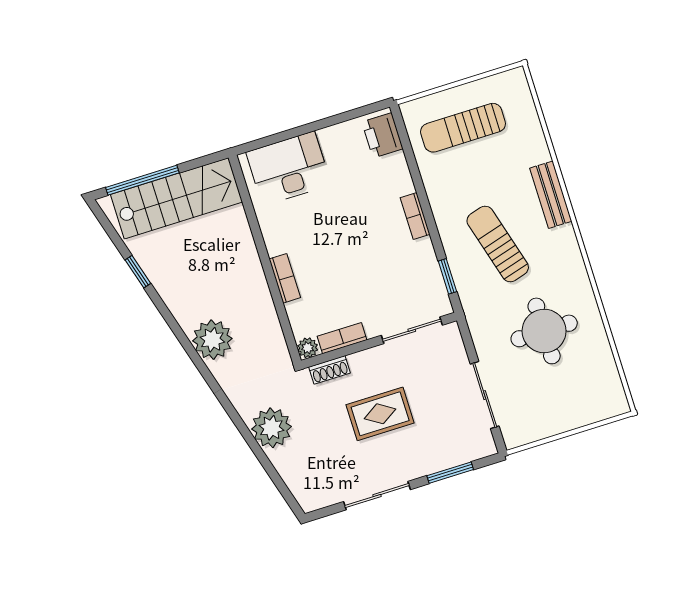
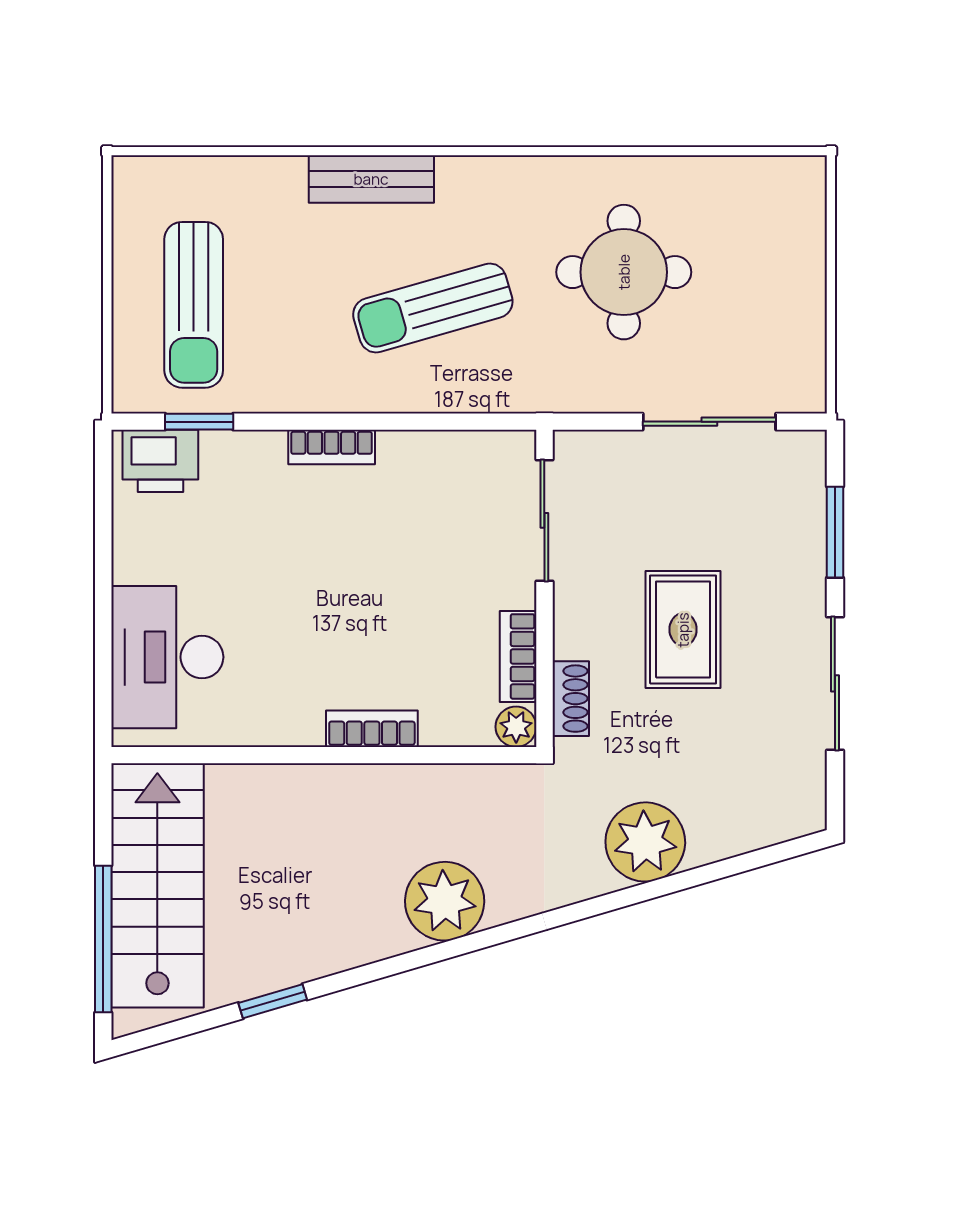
window: (447, 276) -> (199, 422), moved

